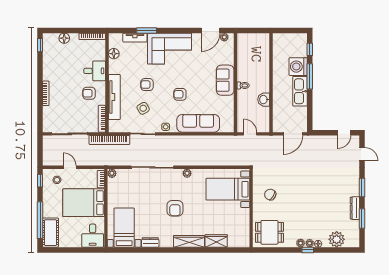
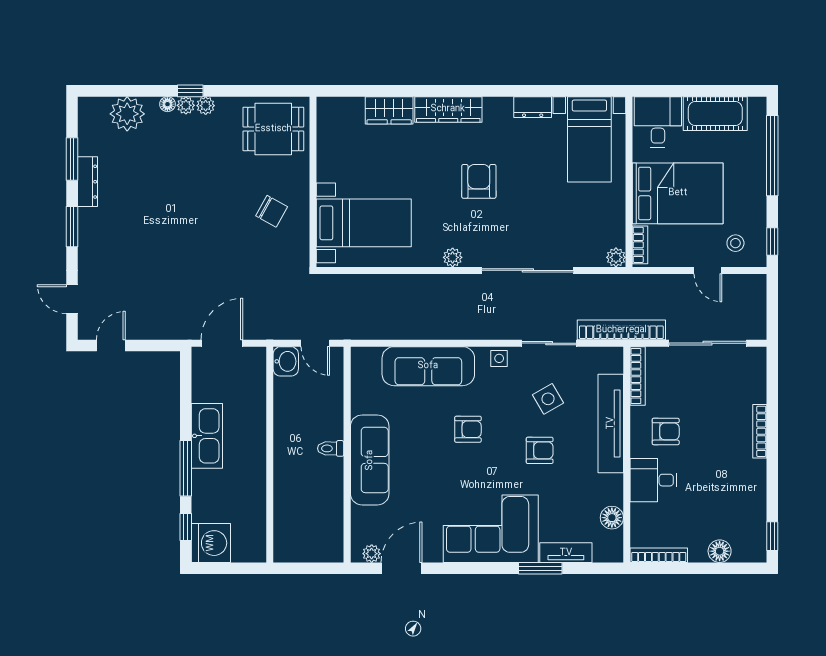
washing machine: (298, 67) -> (211, 543), moved
sofa: (225, 80) -> (370, 460), width x1.36
washbasin: (264, 100) -> (286, 361), moved
cot: (50, 233) -> (715, 114), moved, turned 90

